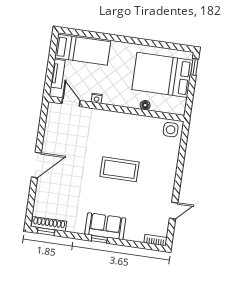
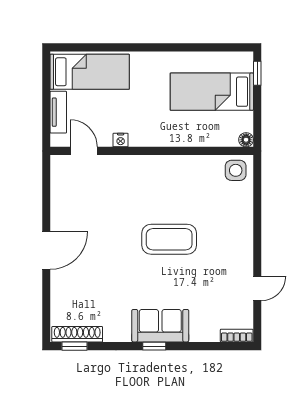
bed: (162, 75) -> (212, 92), width x0.67
floor lamp: (145, 105) -> (246, 140), moved

